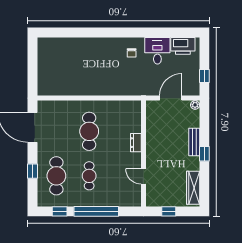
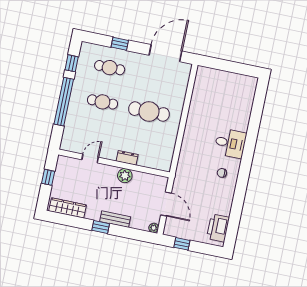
desk: (157, 51) -> (230, 143), moved
plant: (153, 141) -> (125, 176), added
cafe table: (56, 176) -> (110, 68), width x0.73, depth x0.74

